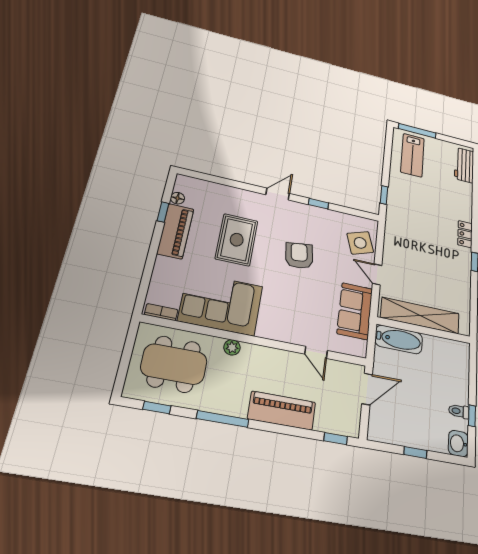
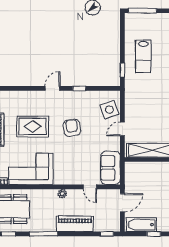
lab bench: (412, 155) -> (143, 56), moved
rug: (237, 240) -> (33, 126), turned 90
door: (377, 274) -> (122, 129), hinge flipped
sofa: (355, 311) -> (110, 168), moved
bathtub: (399, 339) -> (141, 225), moved, turned 180
plant: (232, 347) -> (62, 194), moved

